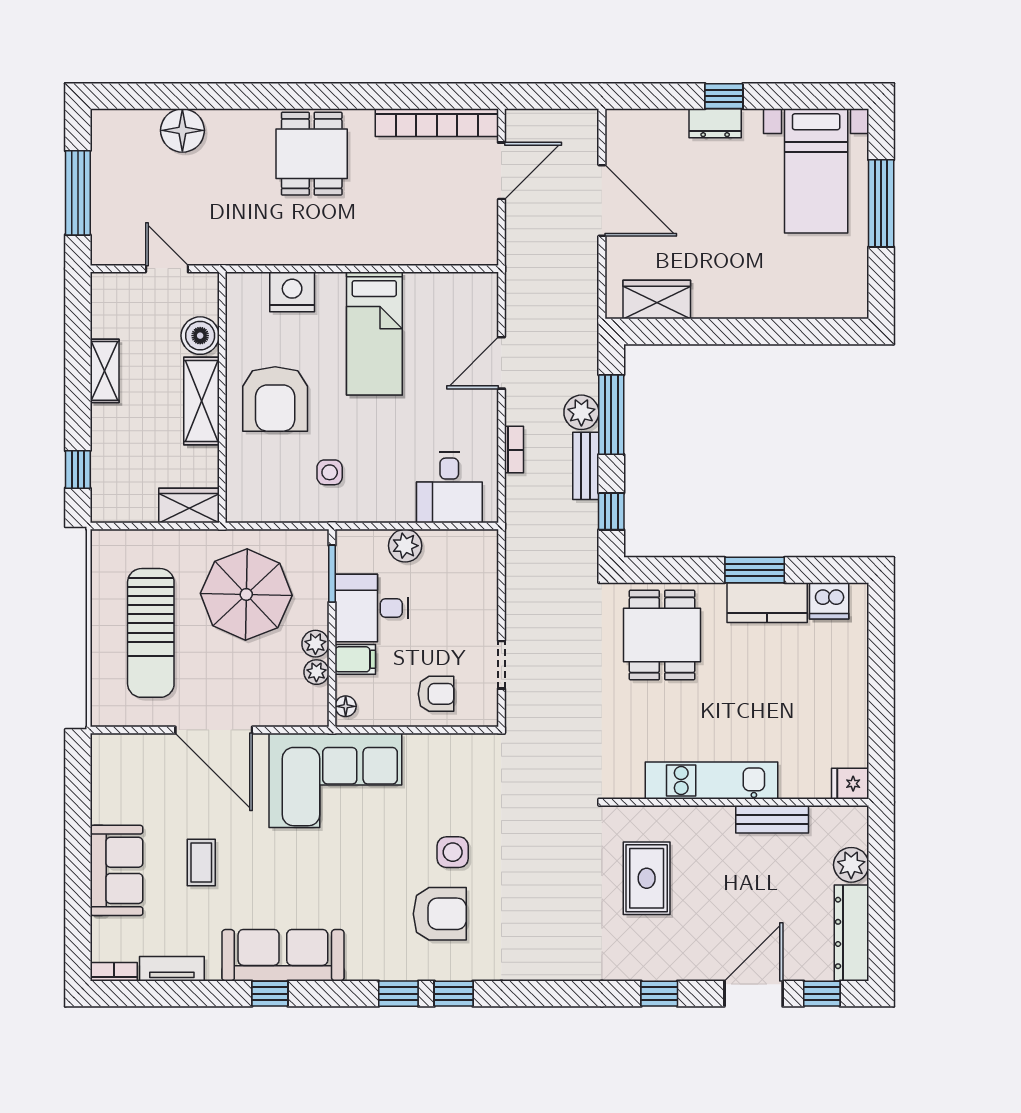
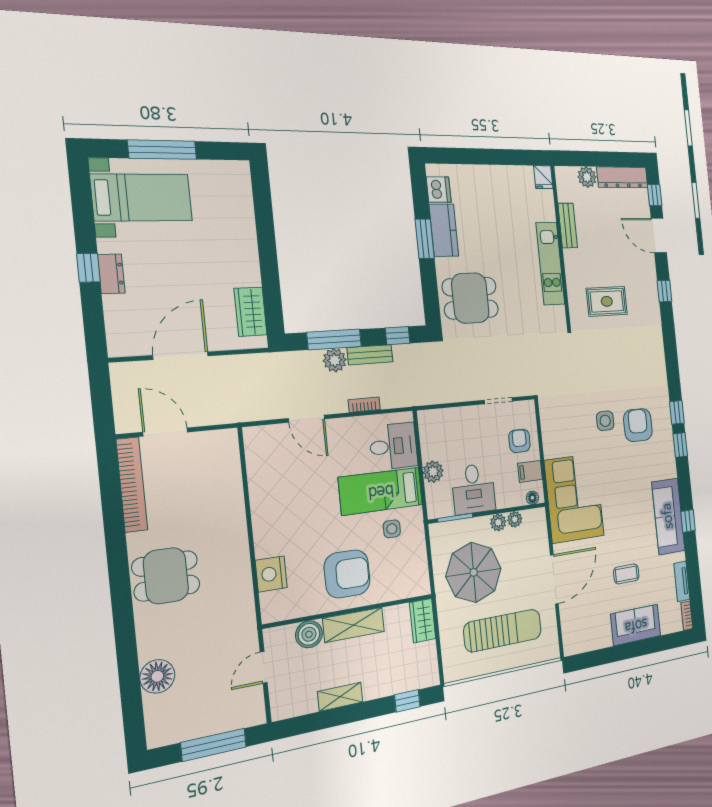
bed: (374, 334) -> (381, 491), moved, turned 180
filing cabinet: (355, 659) -> (530, 471), moved, turned -90

